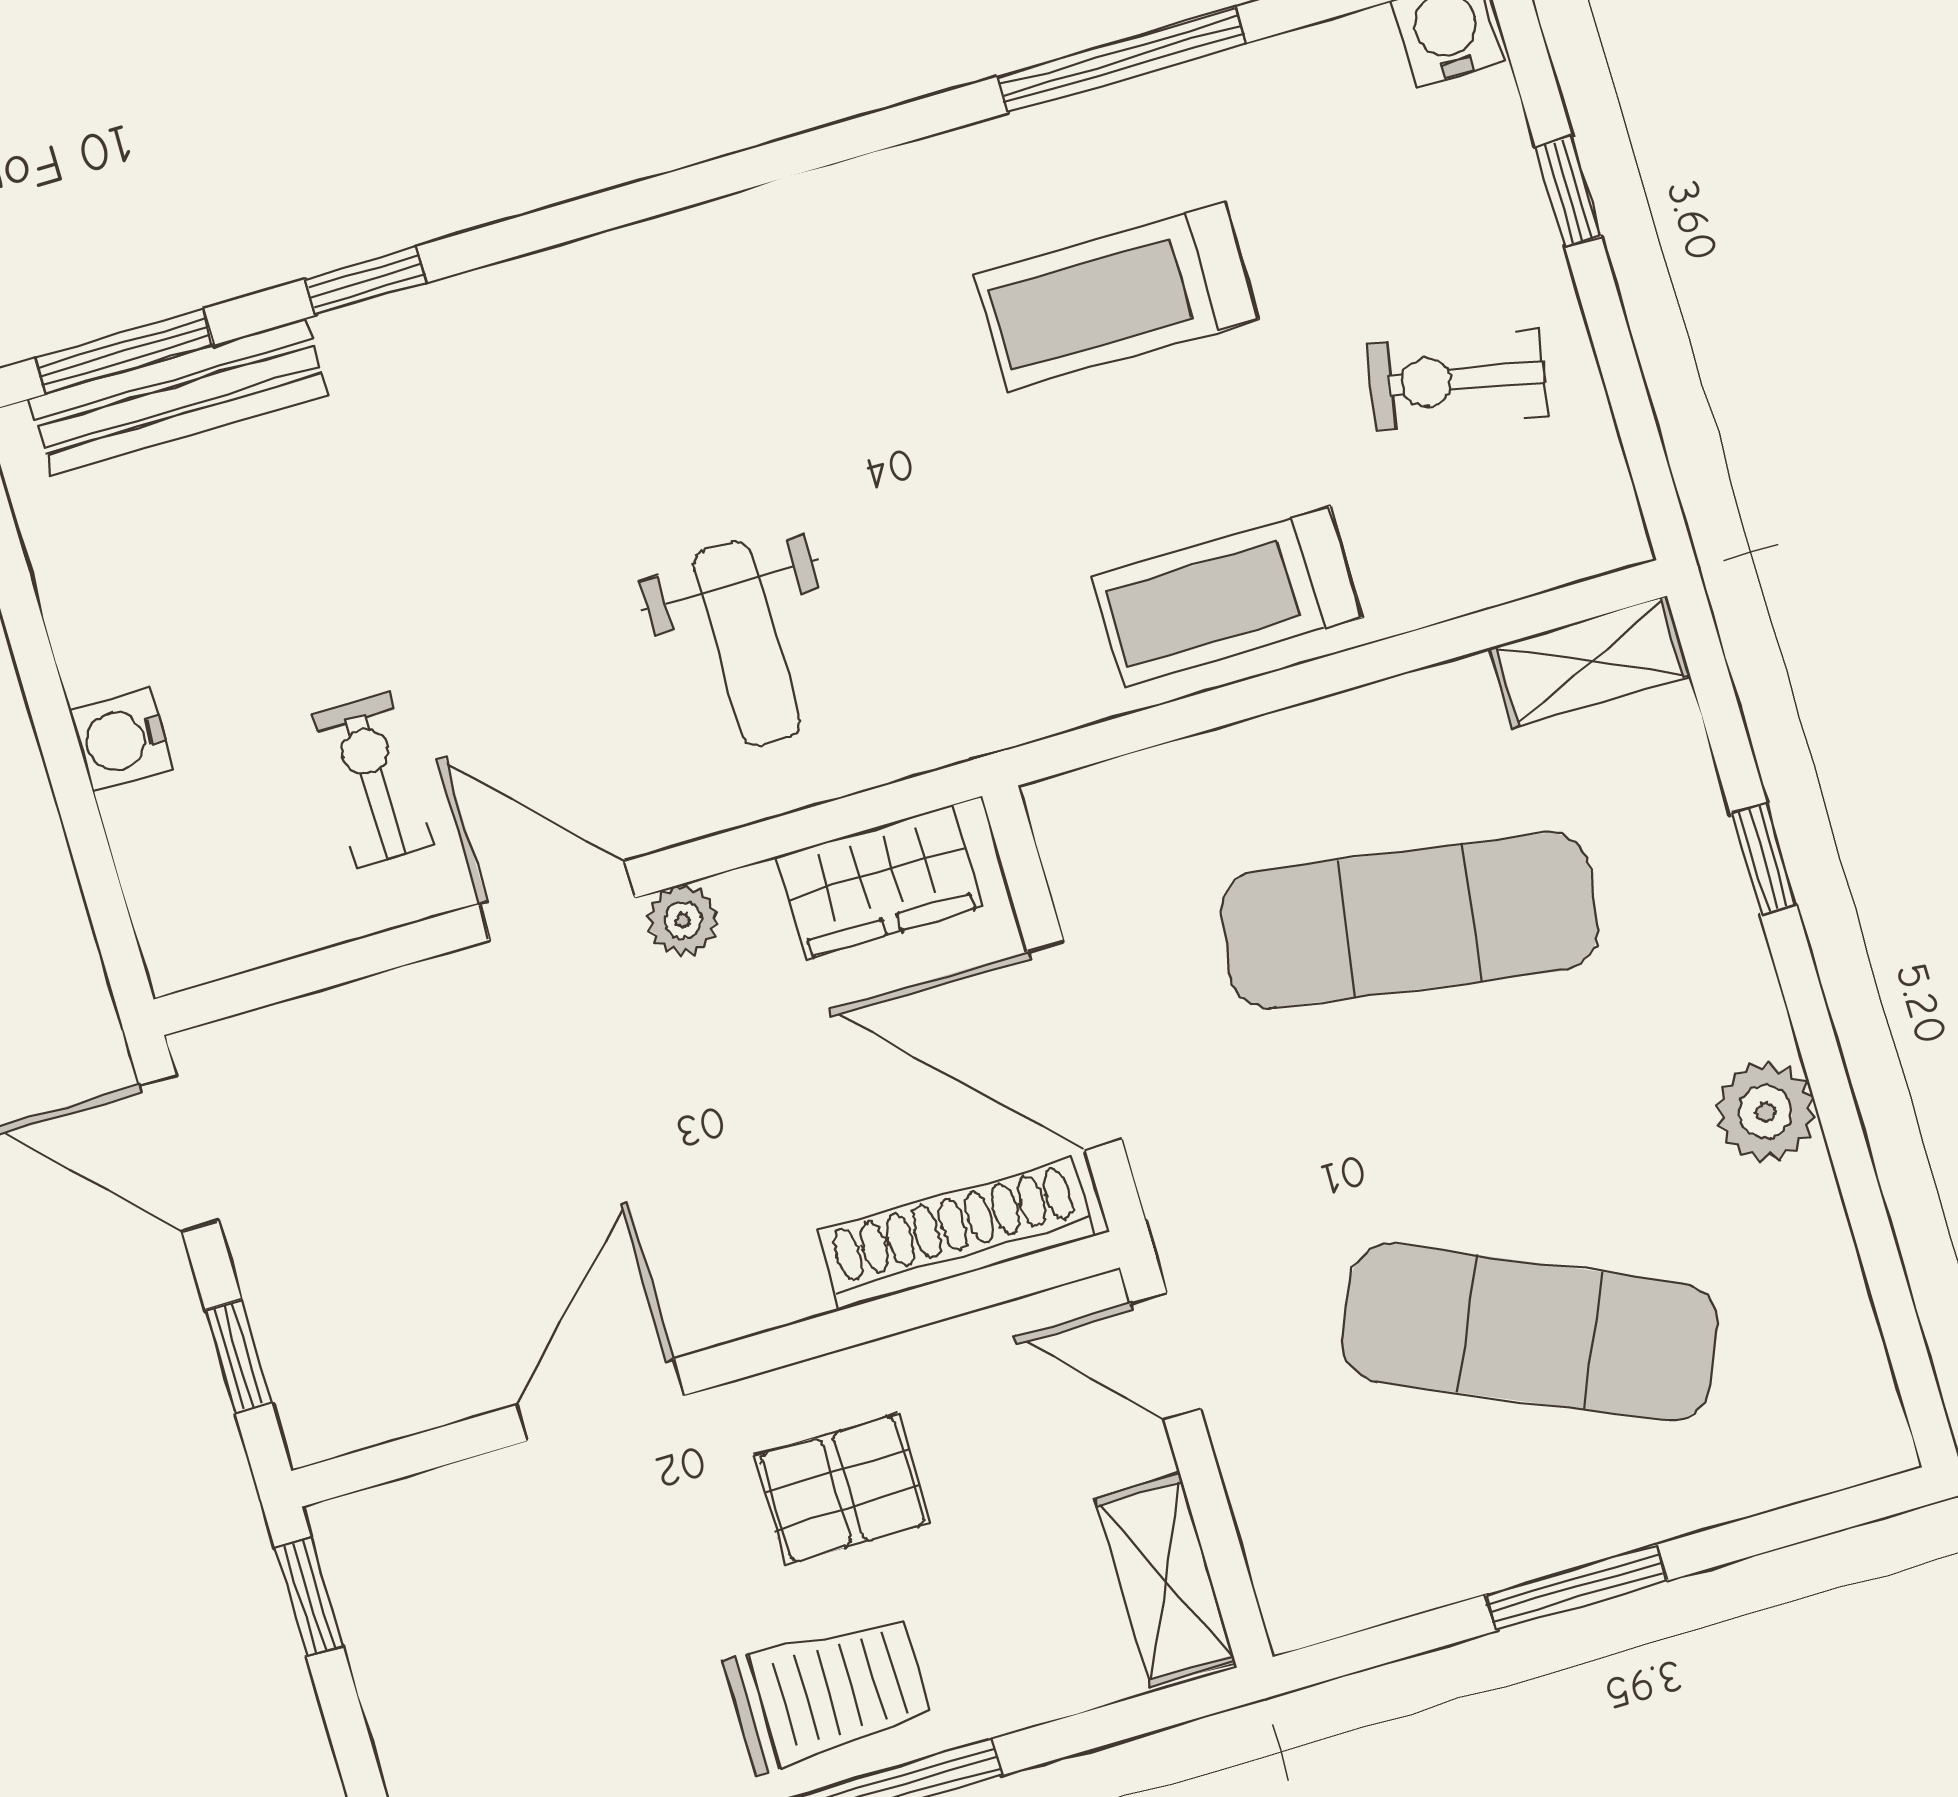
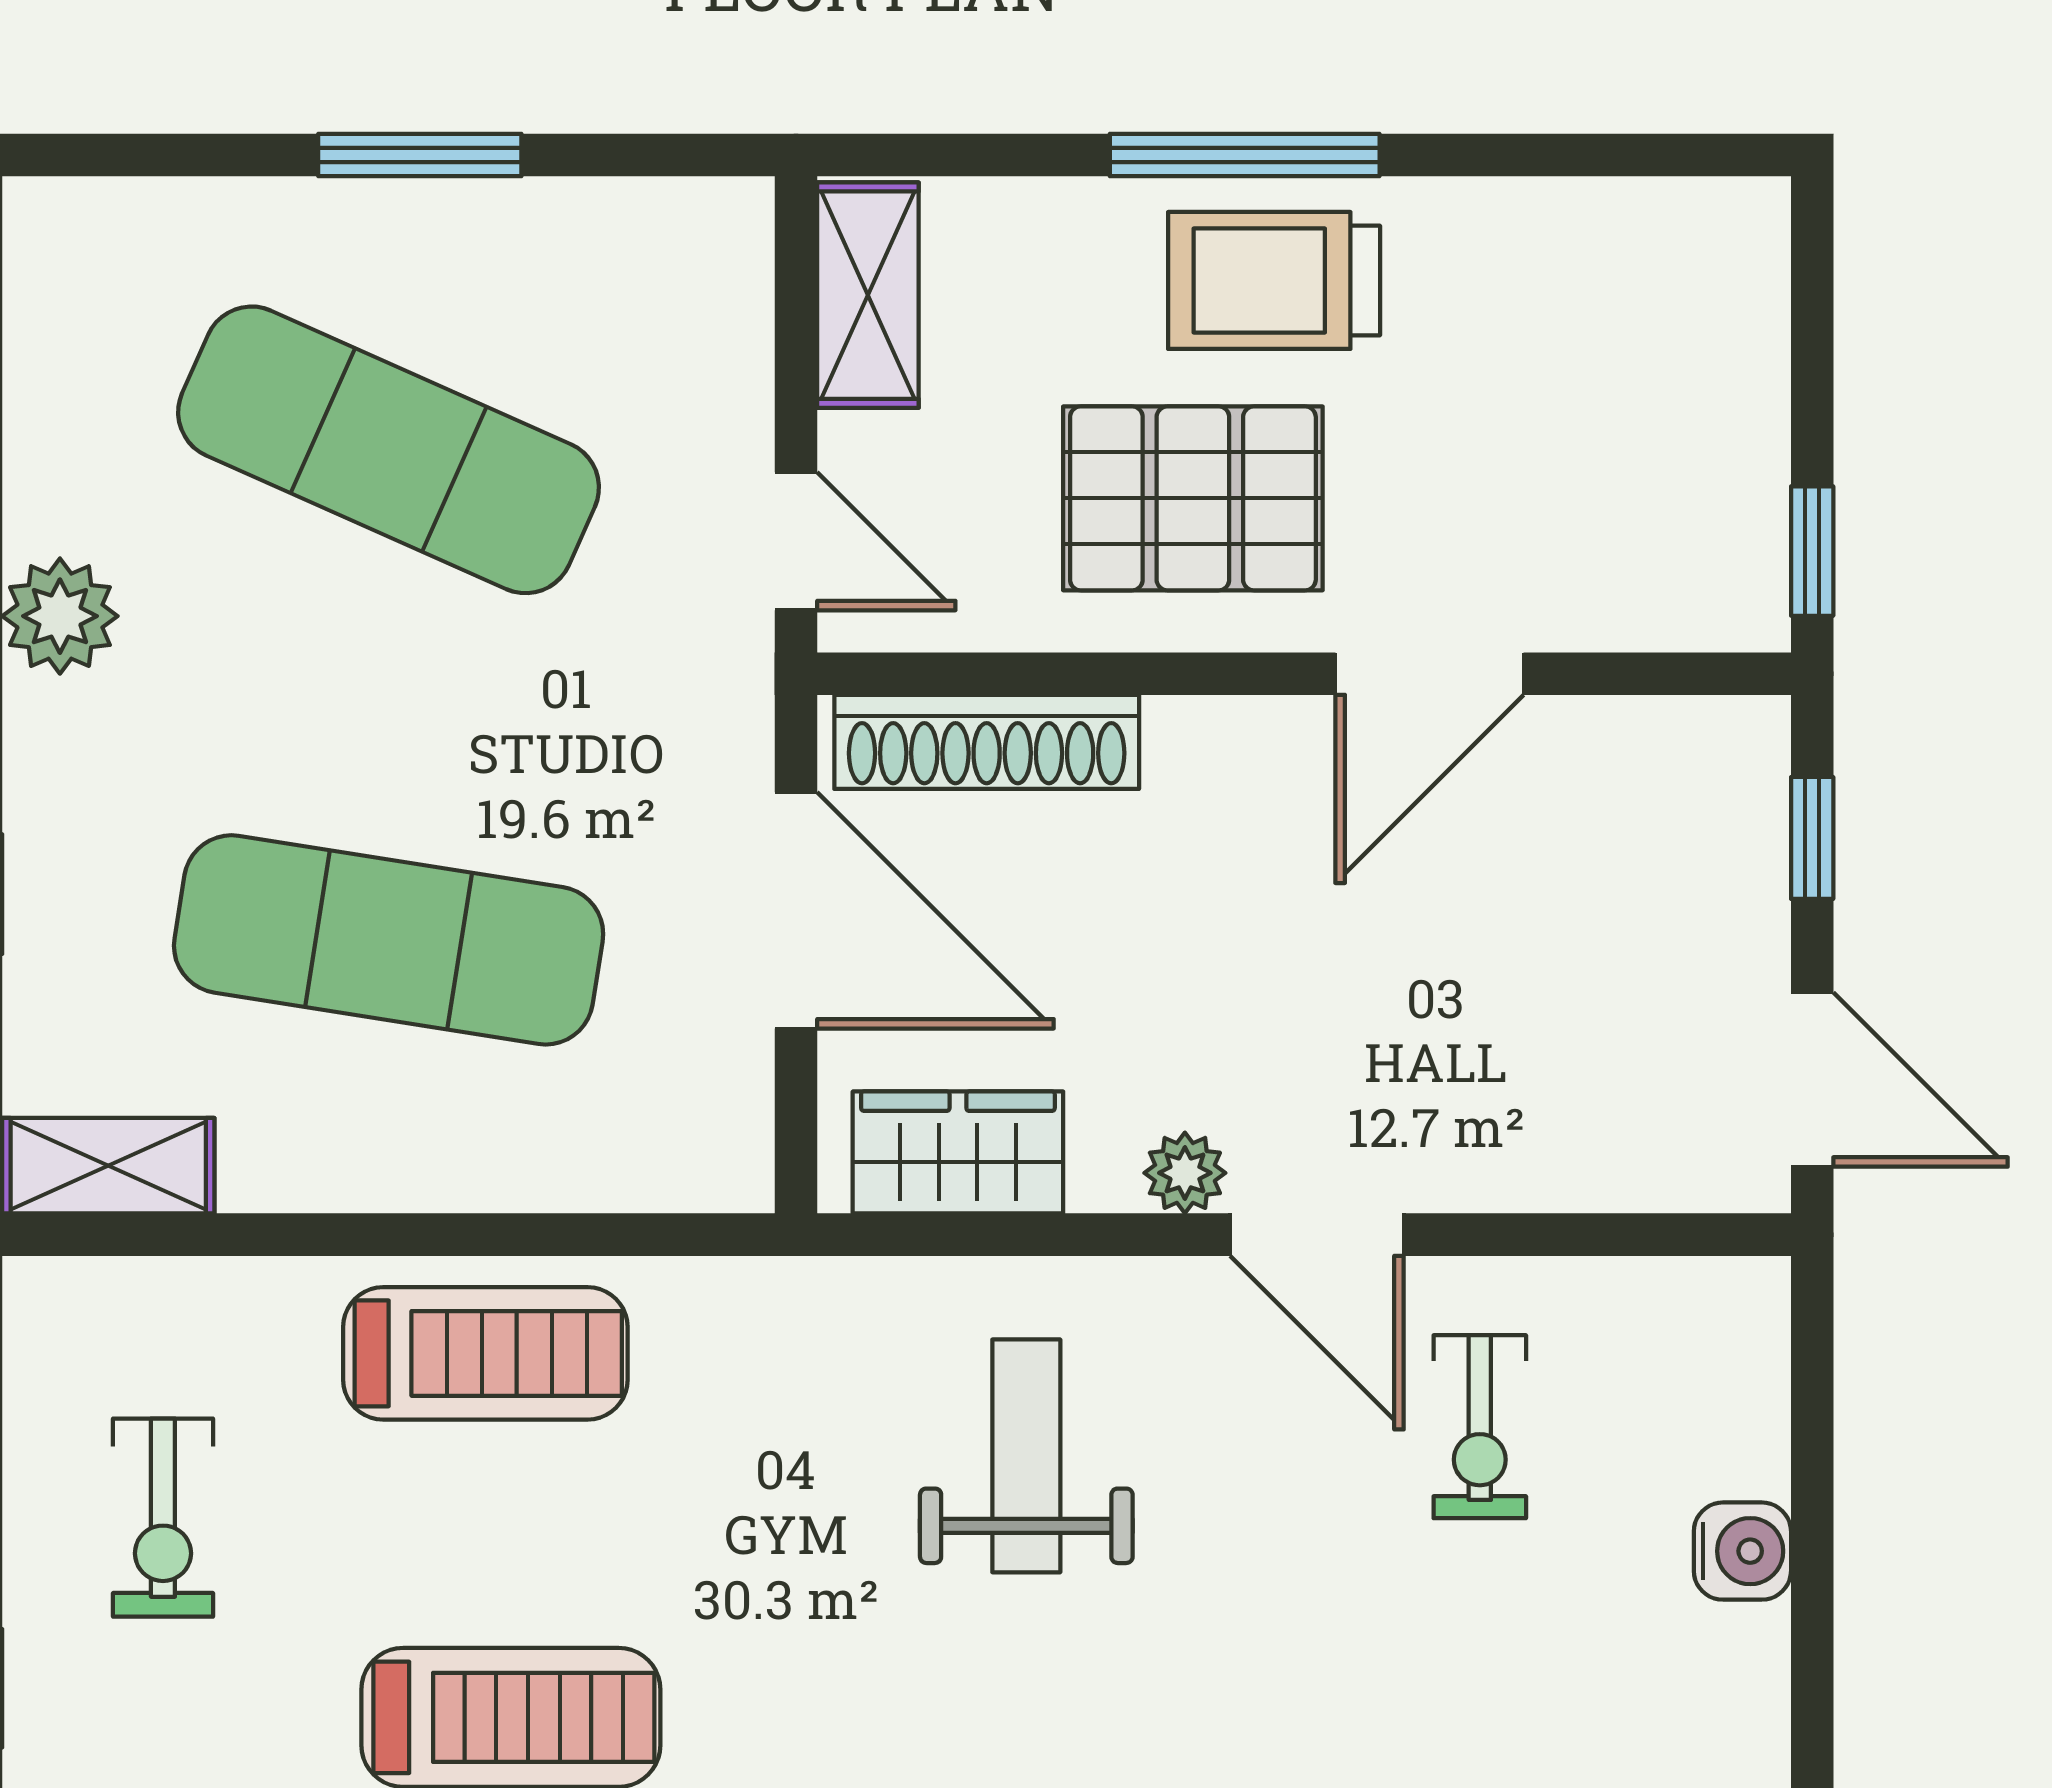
exercise bike: (1457, 379) -> (163, 1518), turned 79
pallet: (842, 1489) -> (1193, 498), width x1.50, depth x1.42

